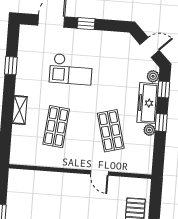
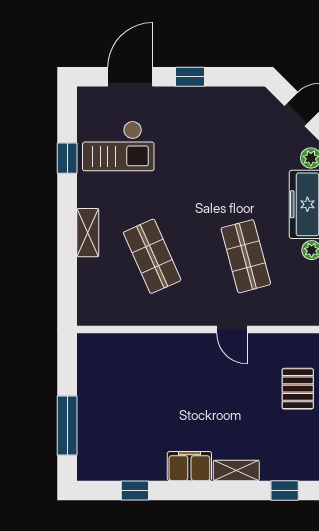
checkout: (71, 69) -> (118, 146), moved
shop shelf: (56, 127) -> (152, 256), turned -30

